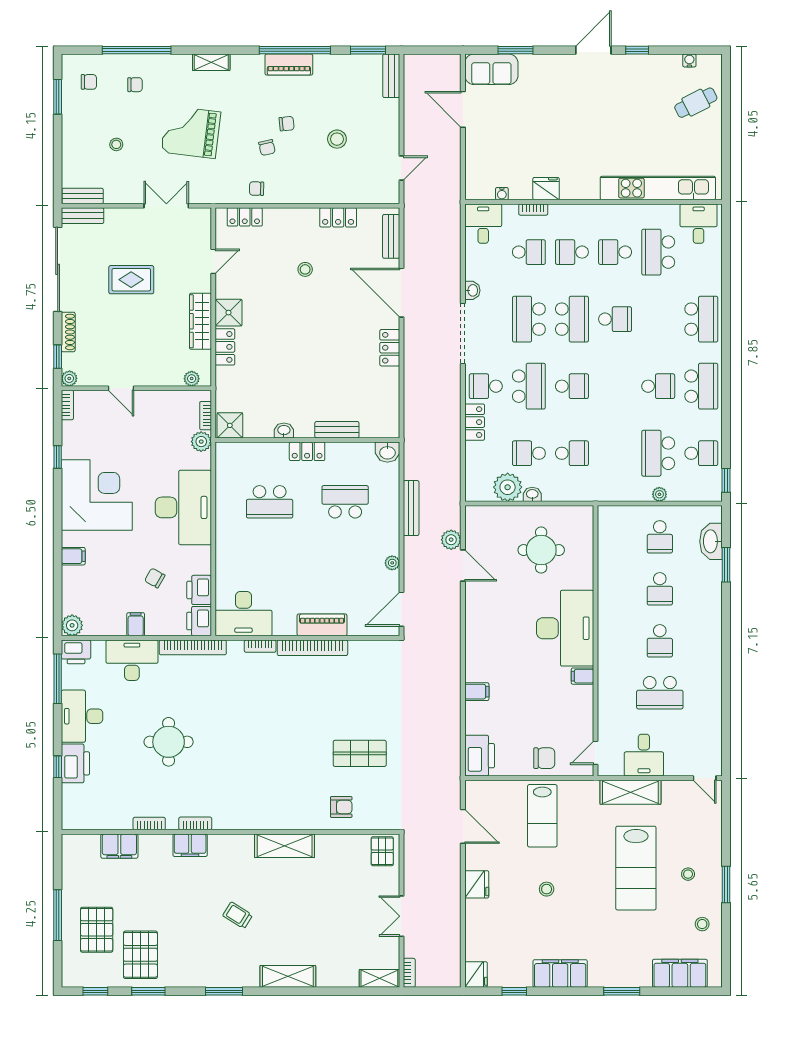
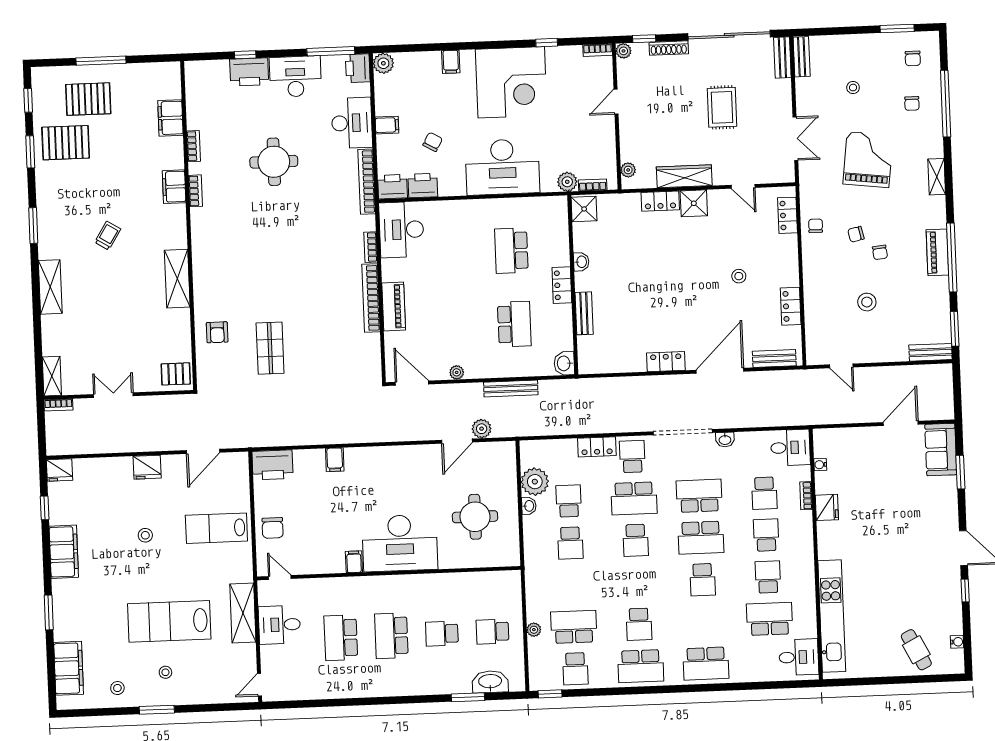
school desk: (660, 641) -> (391, 636), width x1.85

